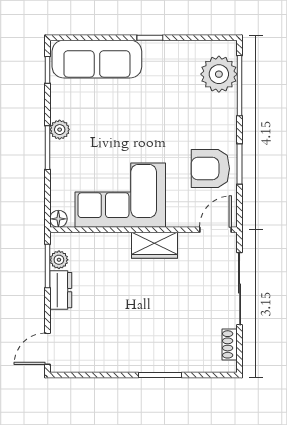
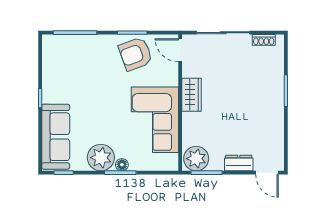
plant: (219, 74) -> (67, 48), removed
plant: (60, 130) -> (101, 158), width x1.87, depth x1.87
armchair: (210, 169) -> (135, 54), turned 70
floor lamp: (58, 219) -> (122, 165), moved
plant: (59, 260) -> (196, 159), width x1.88, depth x1.88
dresser: (61, 290) -> (239, 163), moved

